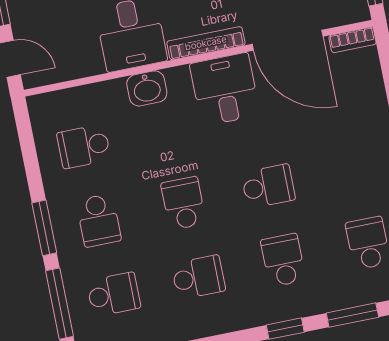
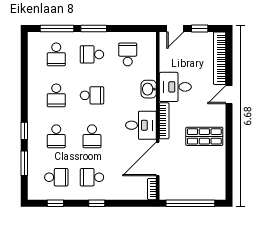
school desk: (353, 169) -> (92, 177), added
school desk: (283, 260) -> (56, 136), turned 90

